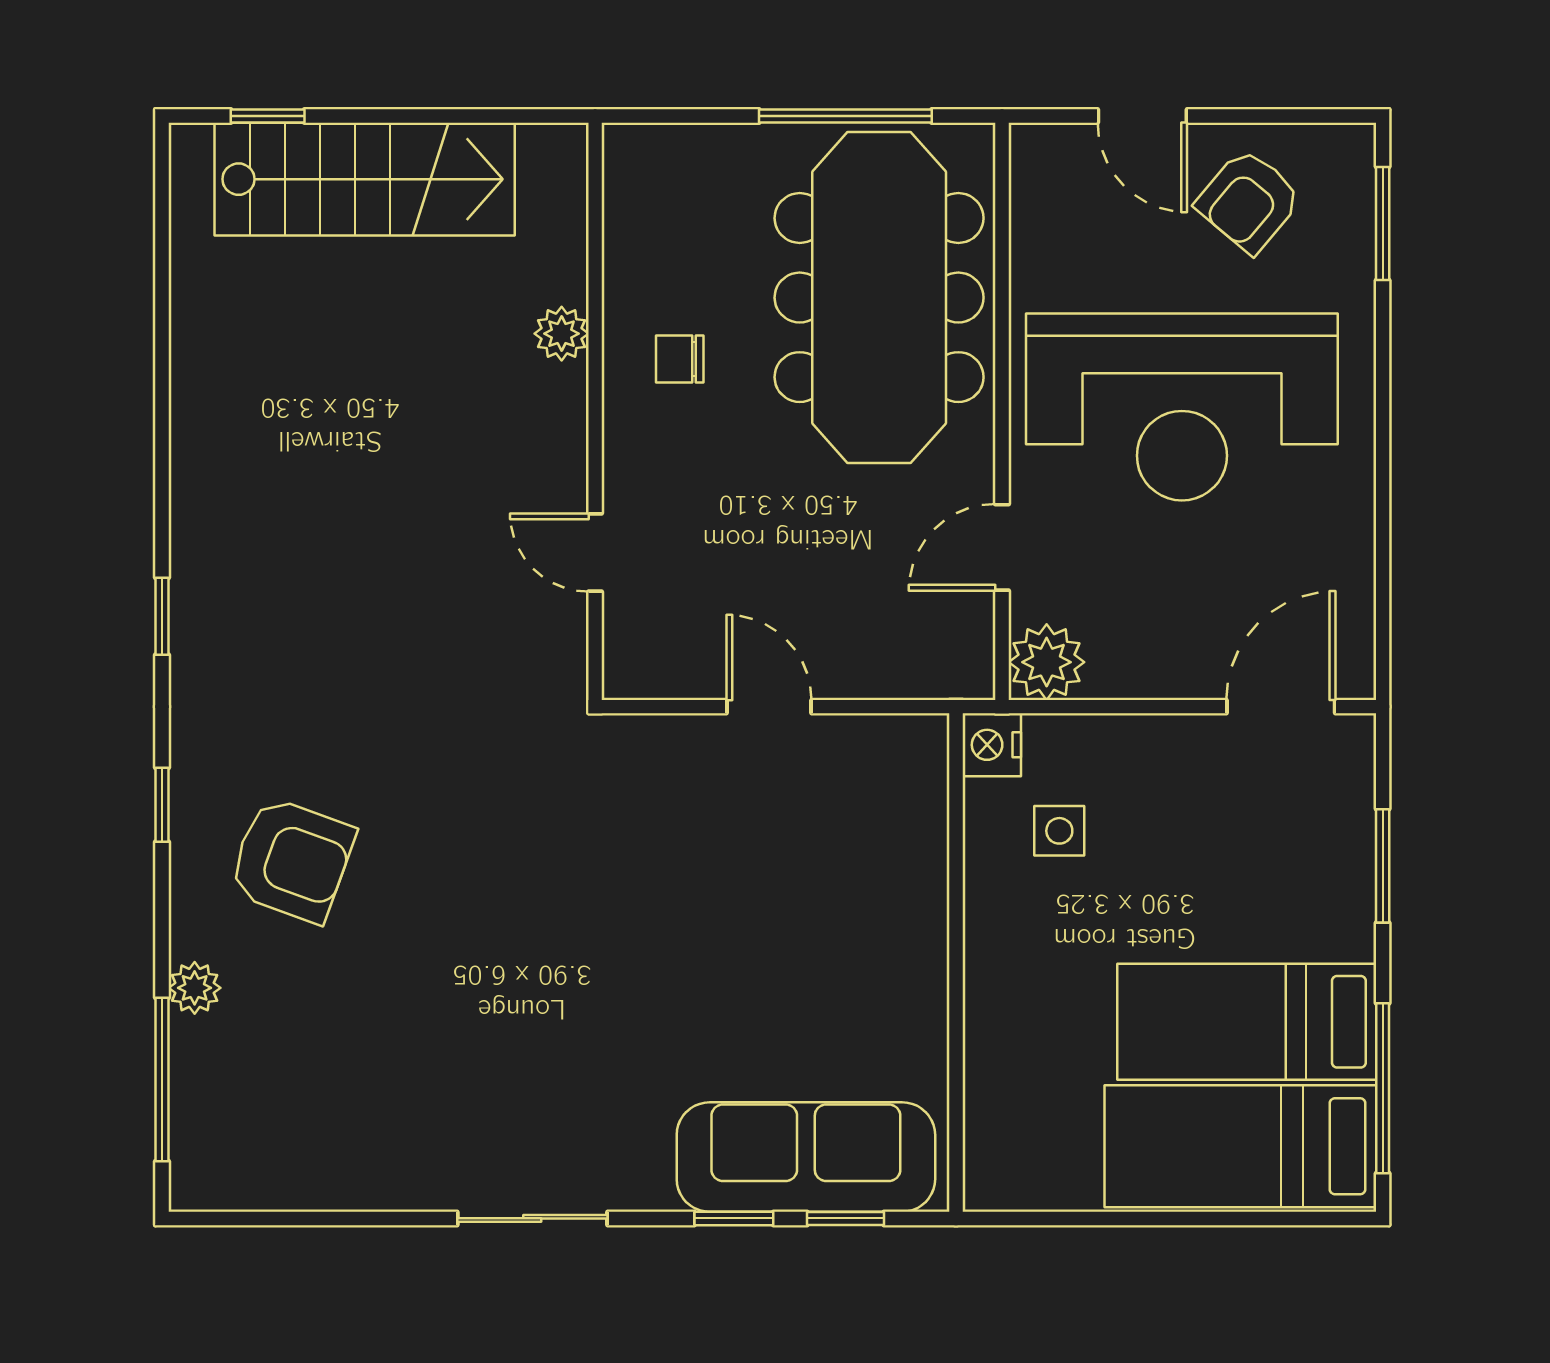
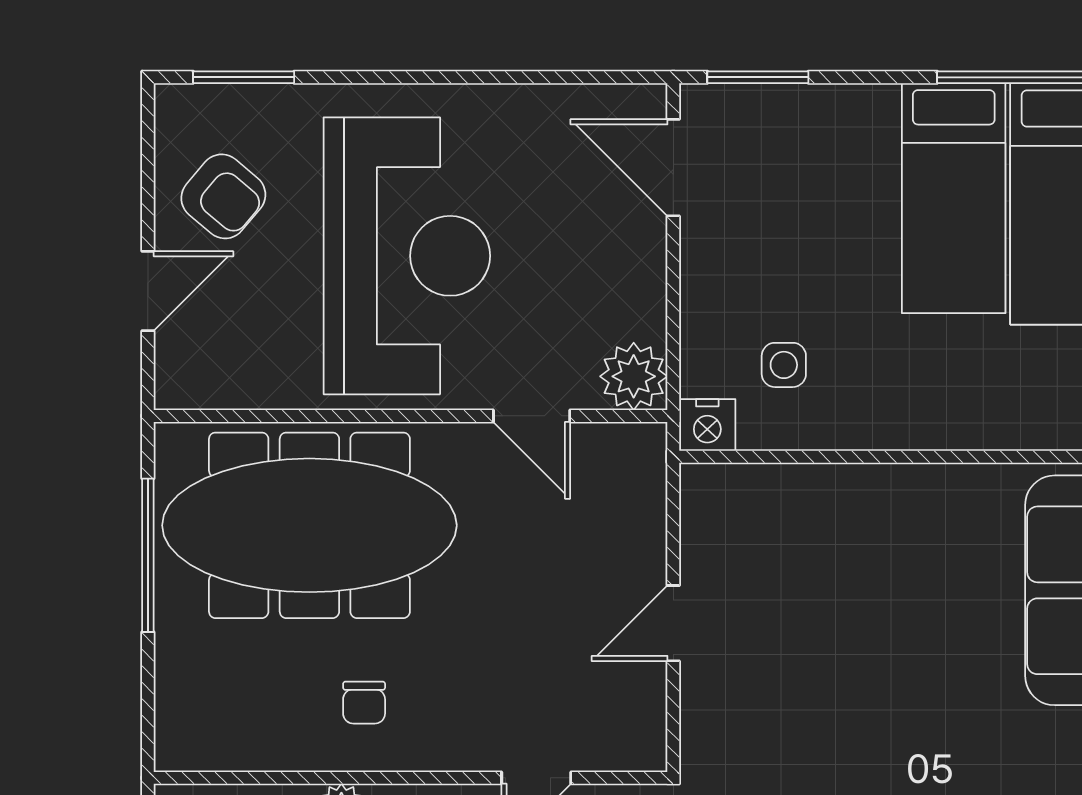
window: (1383, 866) -> (758, 77), moved

